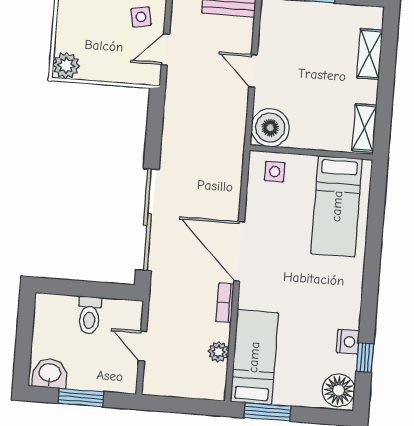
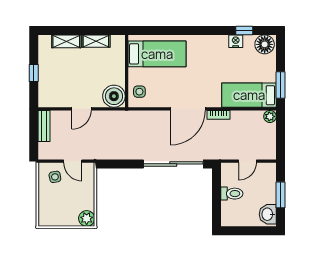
shelving: (364, 128) -> (96, 41), moved
plant: (218, 352) -> (270, 116), moved

